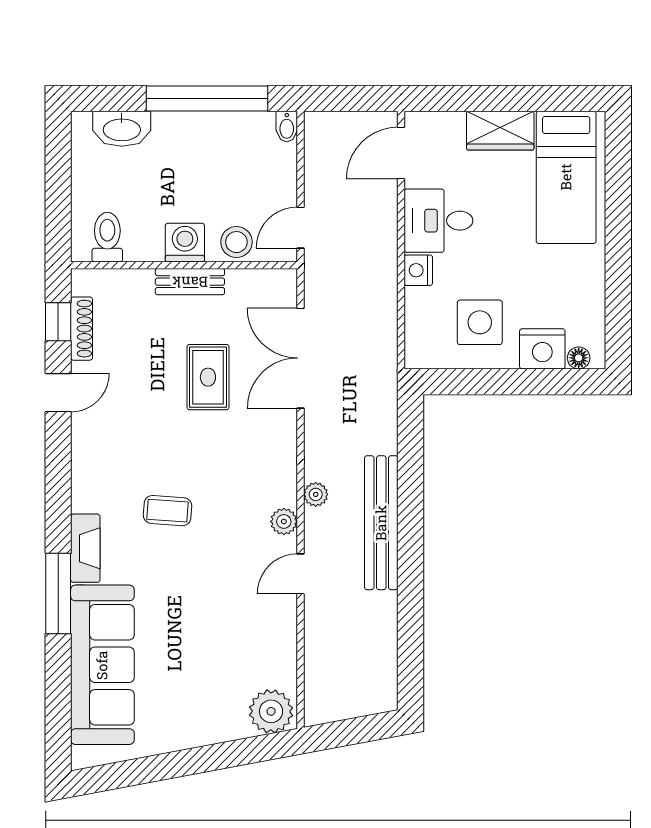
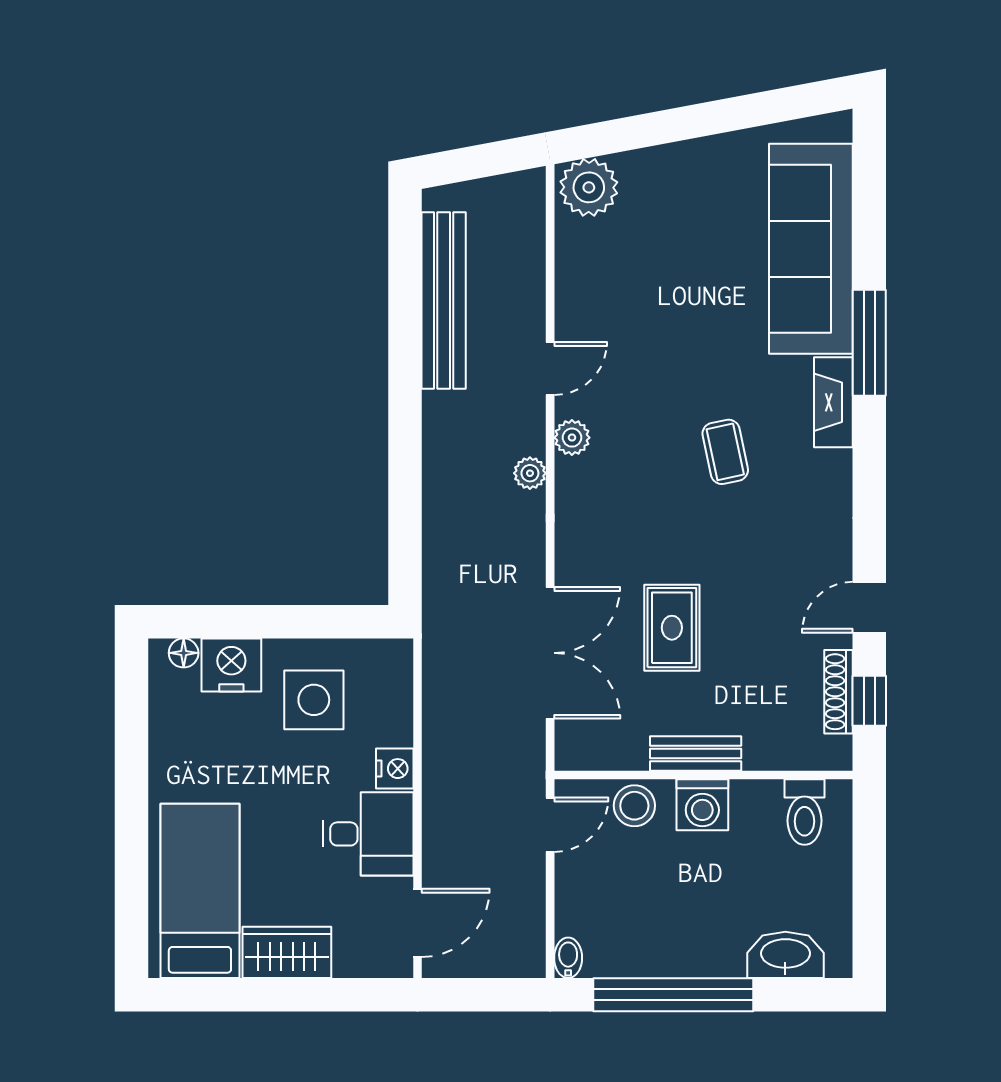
coffee table: (168, 511) -> (725, 452), turned 74
bench: (381, 523) -> (444, 300), moved

